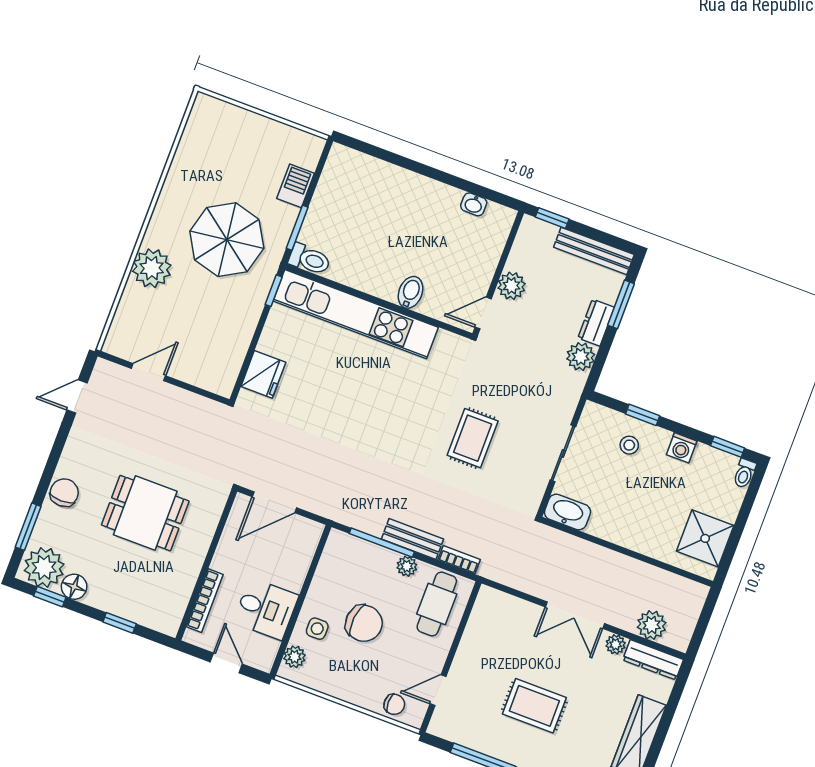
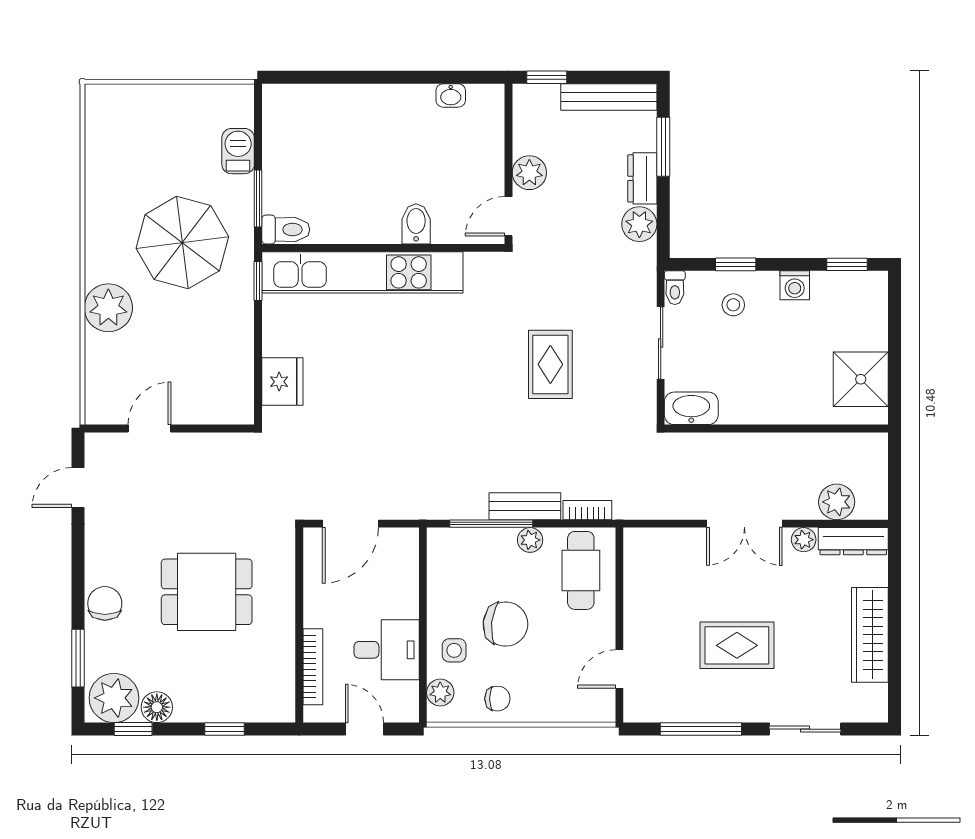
toilet: (744, 473) -> (675, 288), moved
chair: (394, 704) -> (497, 699), moved

